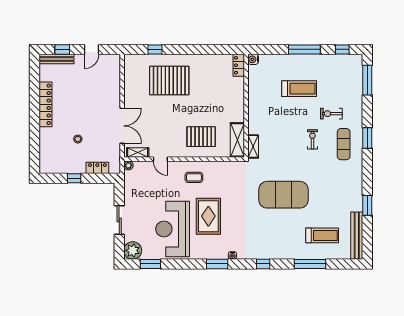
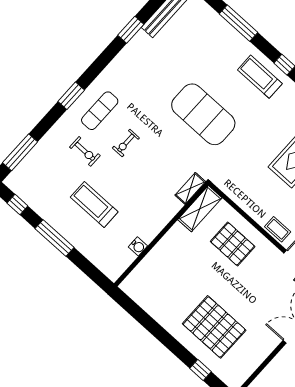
water cooler: (253, 59) -> (138, 246), moved
locker: (239, 65) -> (133, 281), removed
coffee table: (194, 177) -> (278, 229), moved
treadmill: (322, 235) -> (260, 77), moved

